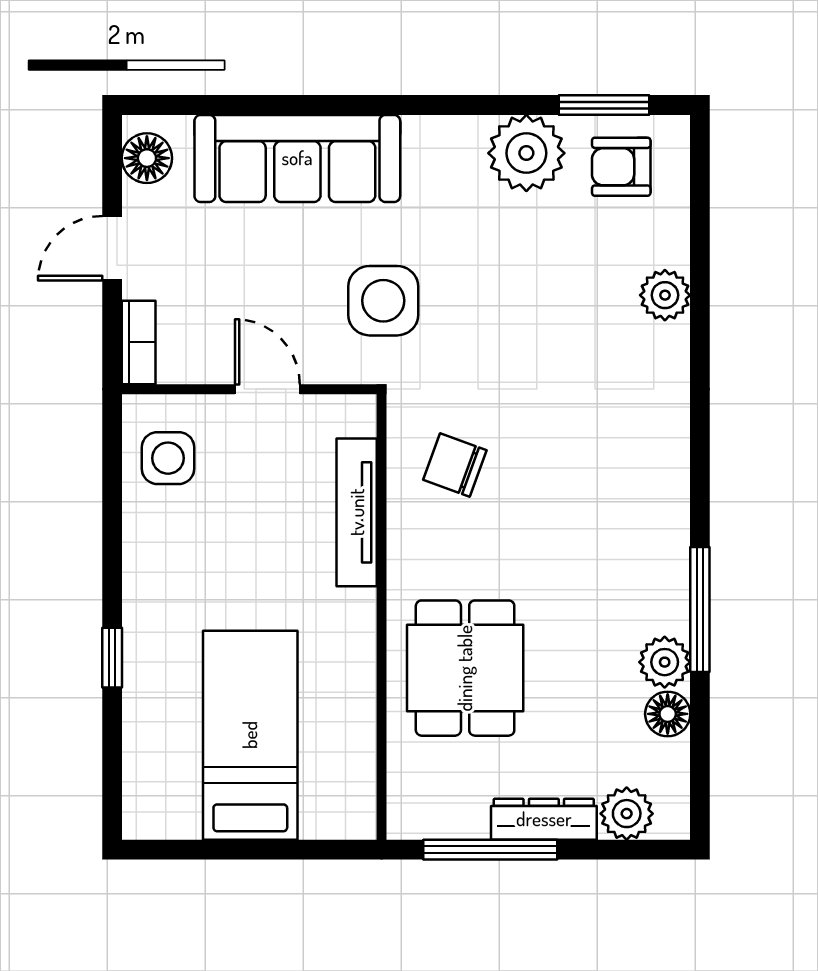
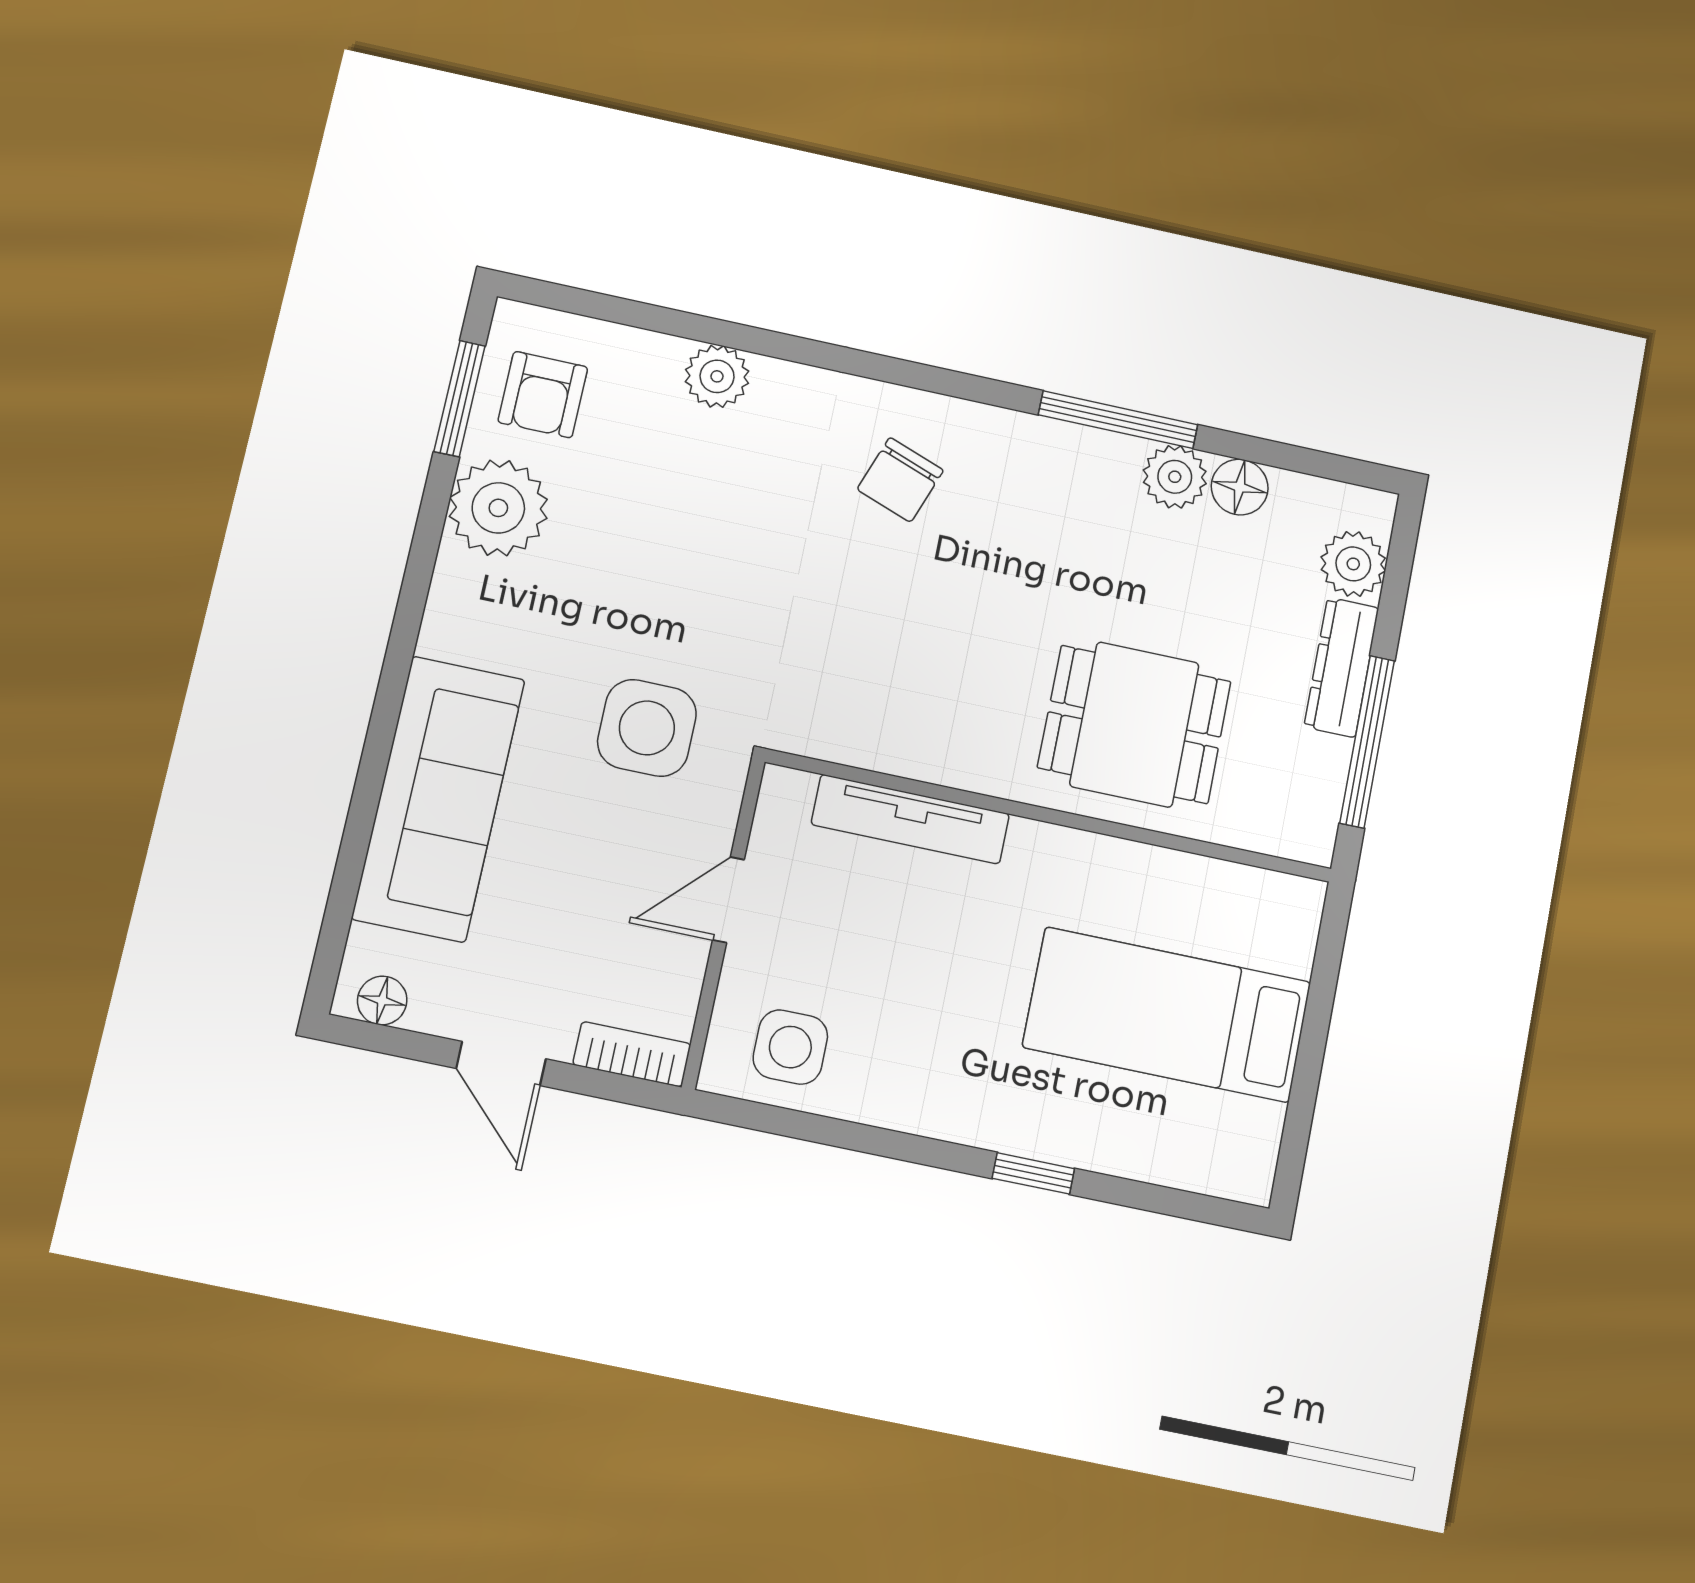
floor lamp: (147, 158) -> (382, 1000), width x0.73, depth x0.73
chair: (455, 465) -> (900, 480), moved

